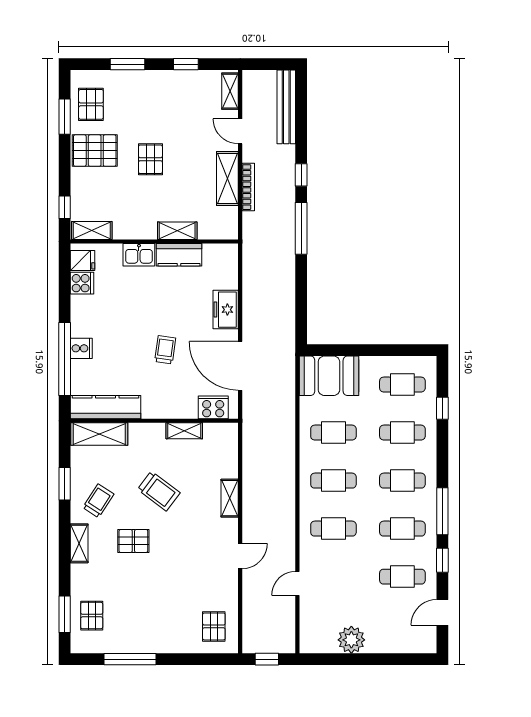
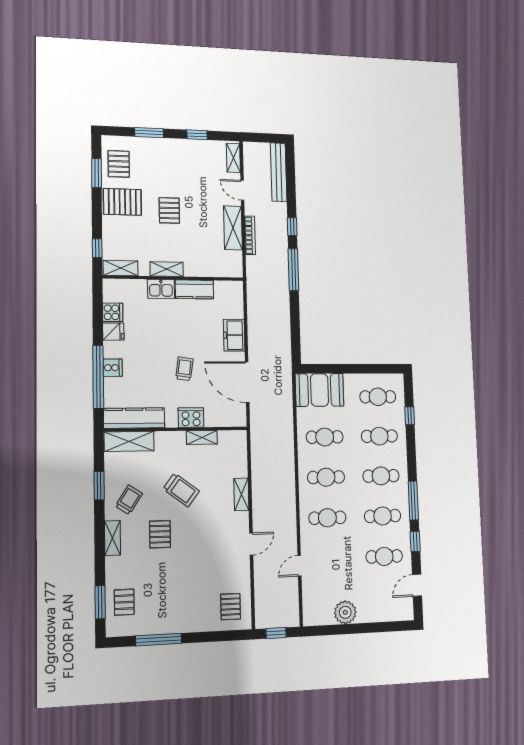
shelving: (177, 231) -> (167, 269), moved
fridge: (83, 261) -> (113, 332), moved
cooker: (213, 407) -> (191, 418), moved
pallet: (133, 541) -> (160, 534), turned 90

